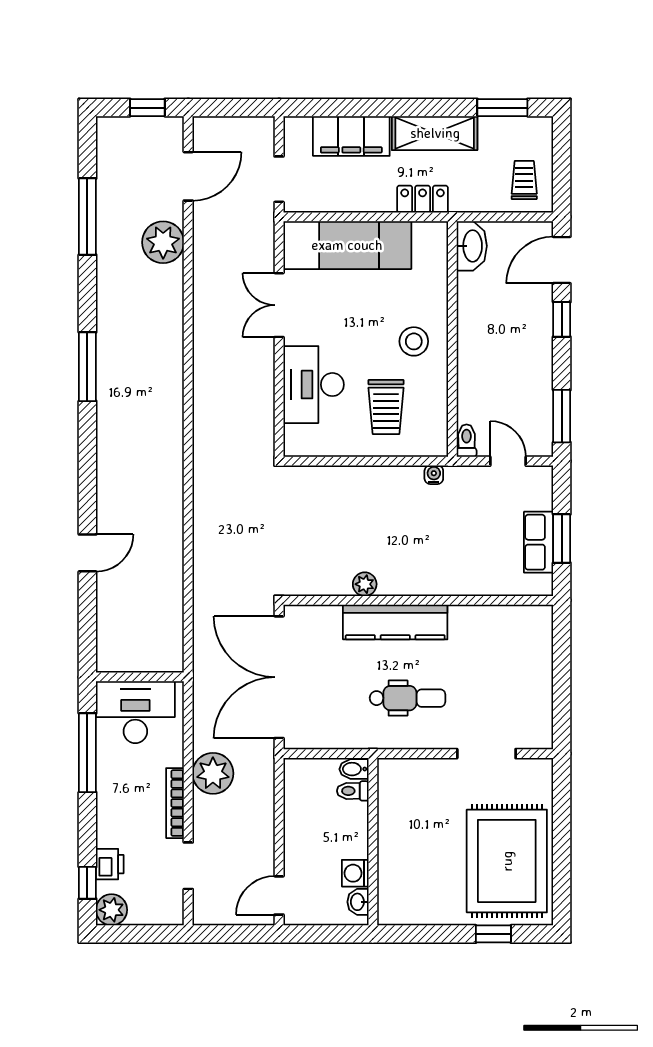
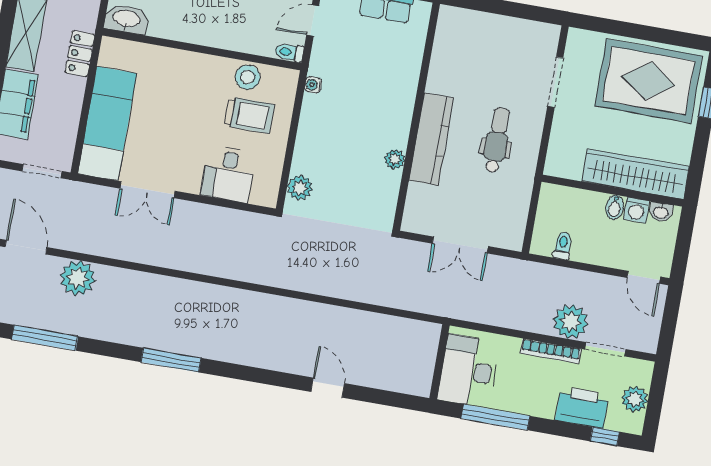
stool: (414, 341) -> (248, 77), moved
desk: (314, 385) -> (228, 174), width x0.73
plant: (312, 480) -> (300, 188), added
double door: (279, 677) -> (460, 245), width x0.54
bidet: (354, 769) -> (615, 207), moved
plant: (213, 773) -> (571, 322), moved
toilet: (353, 791) -> (563, 246), moved, turned 180
printer: (110, 864) -> (582, 407), width x1.87, depth x1.48
wardrobe: (397, 865) -> (635, 174), added
plant: (112, 910) -> (635, 399), moved

